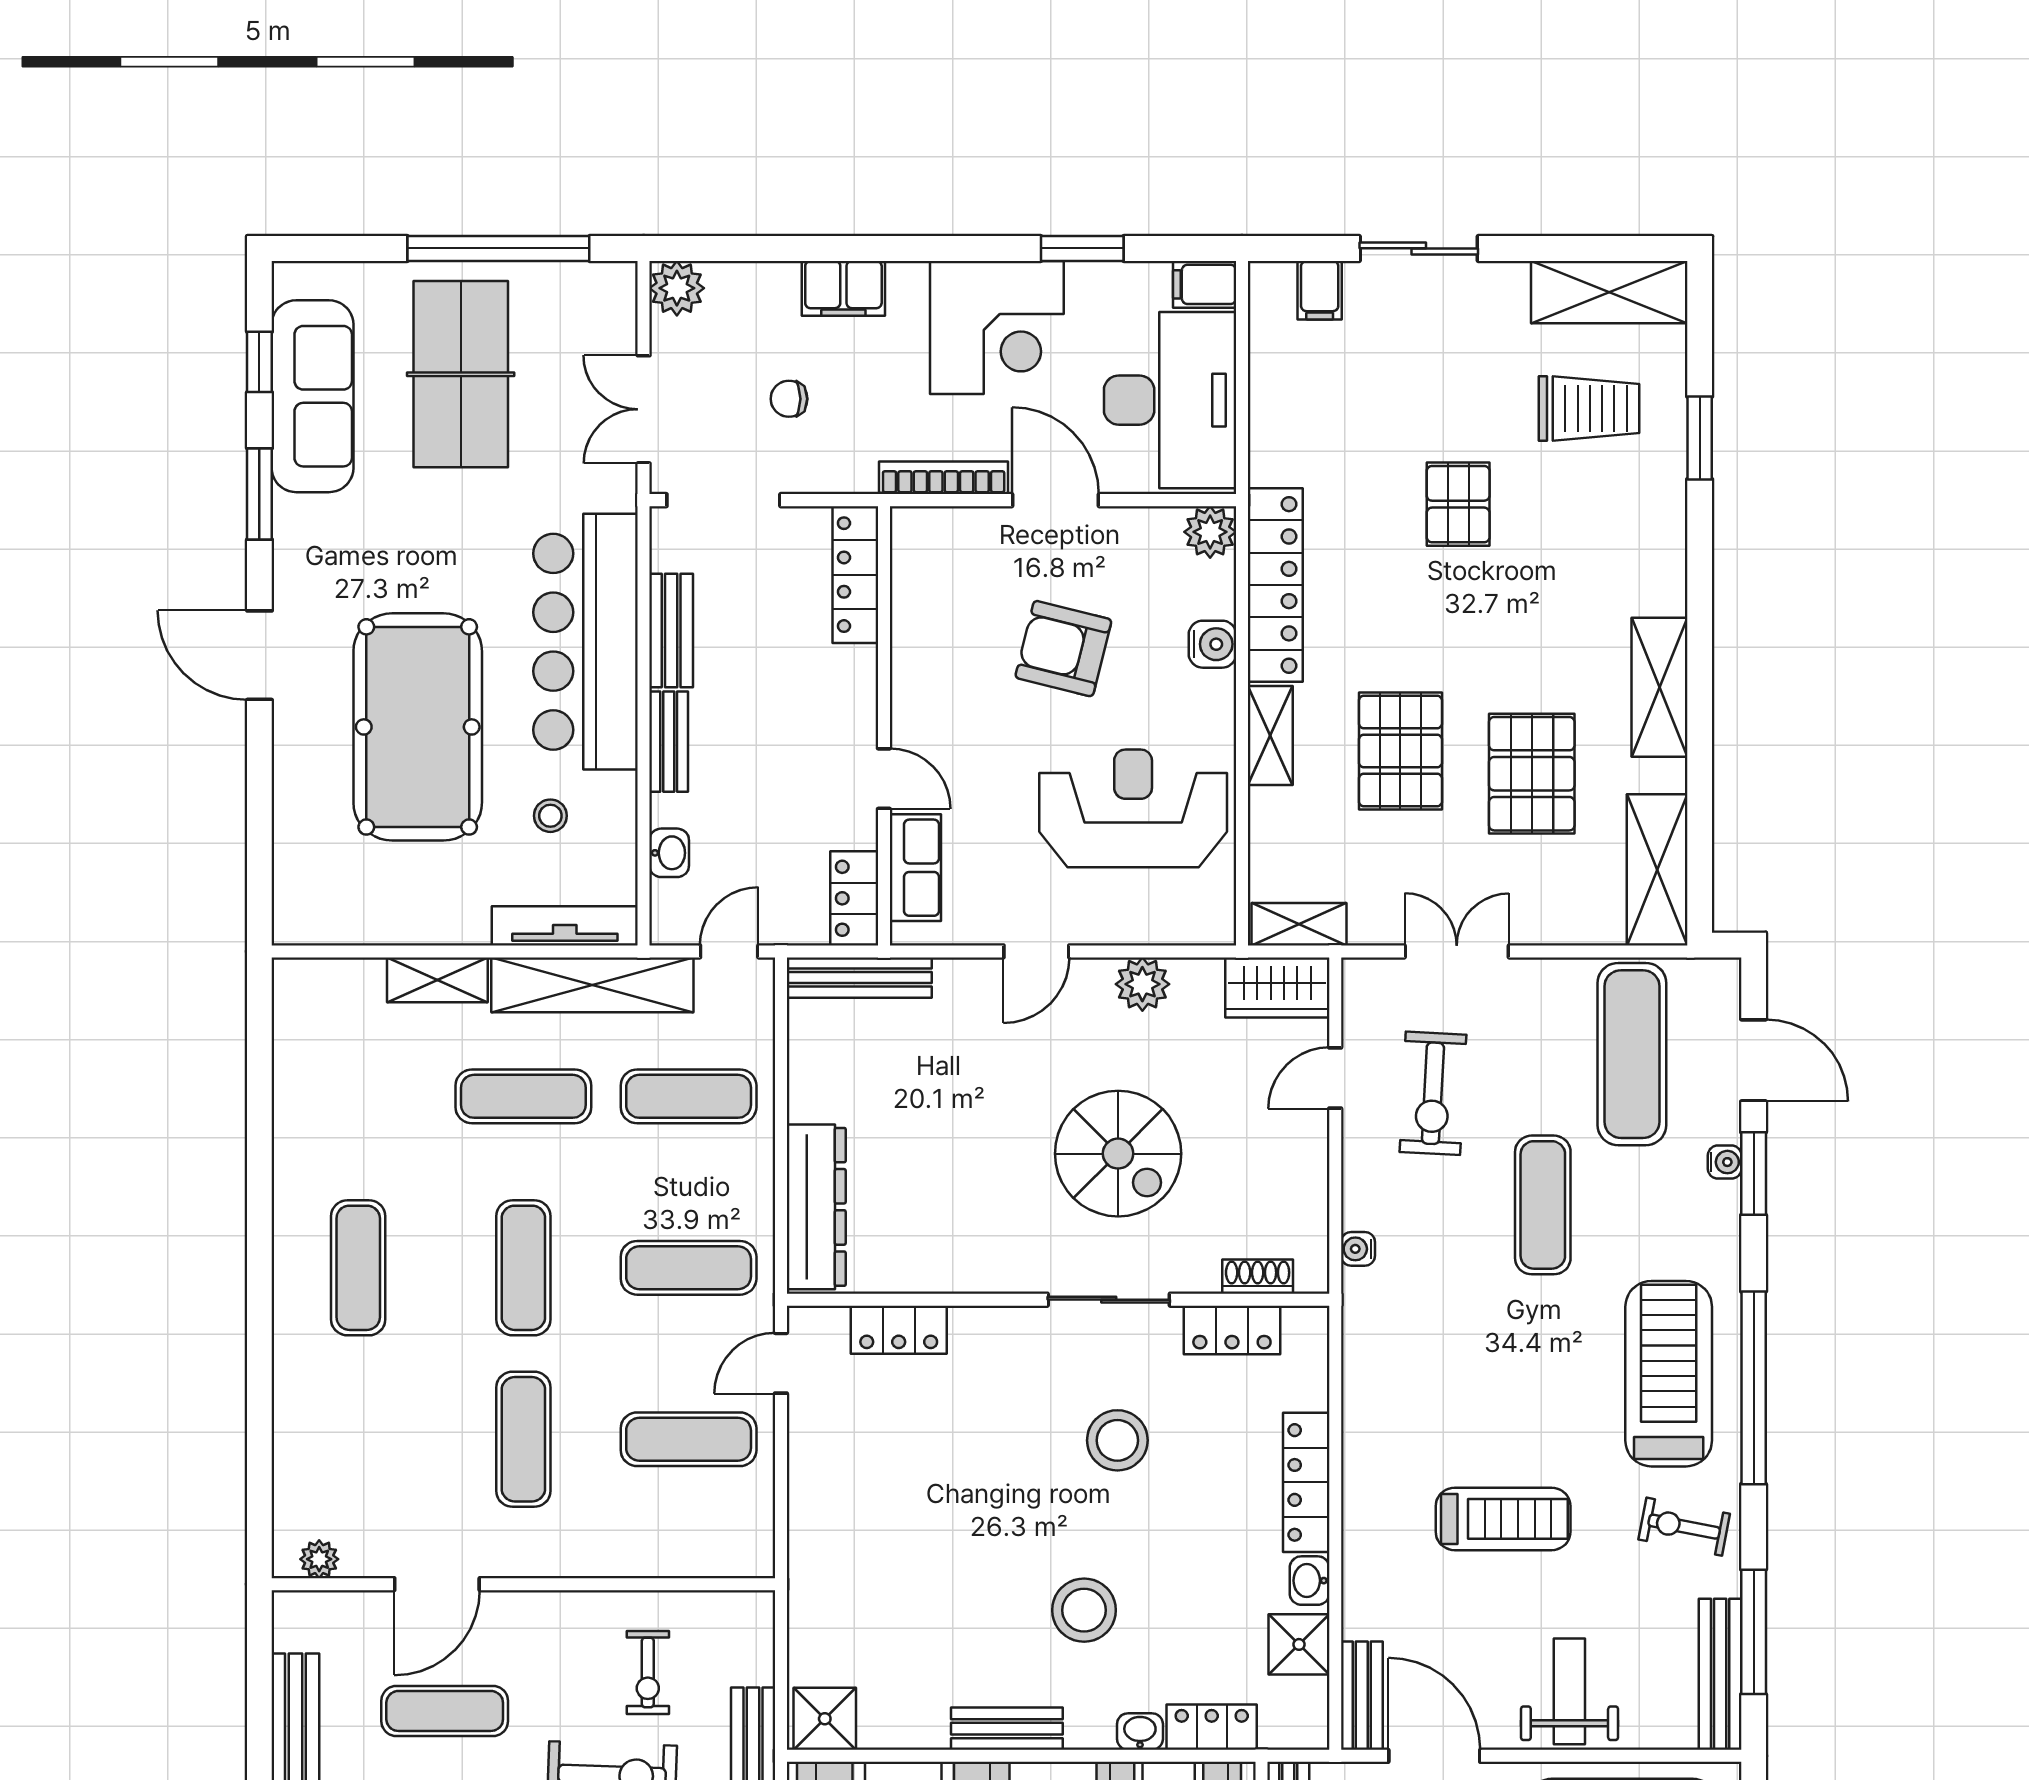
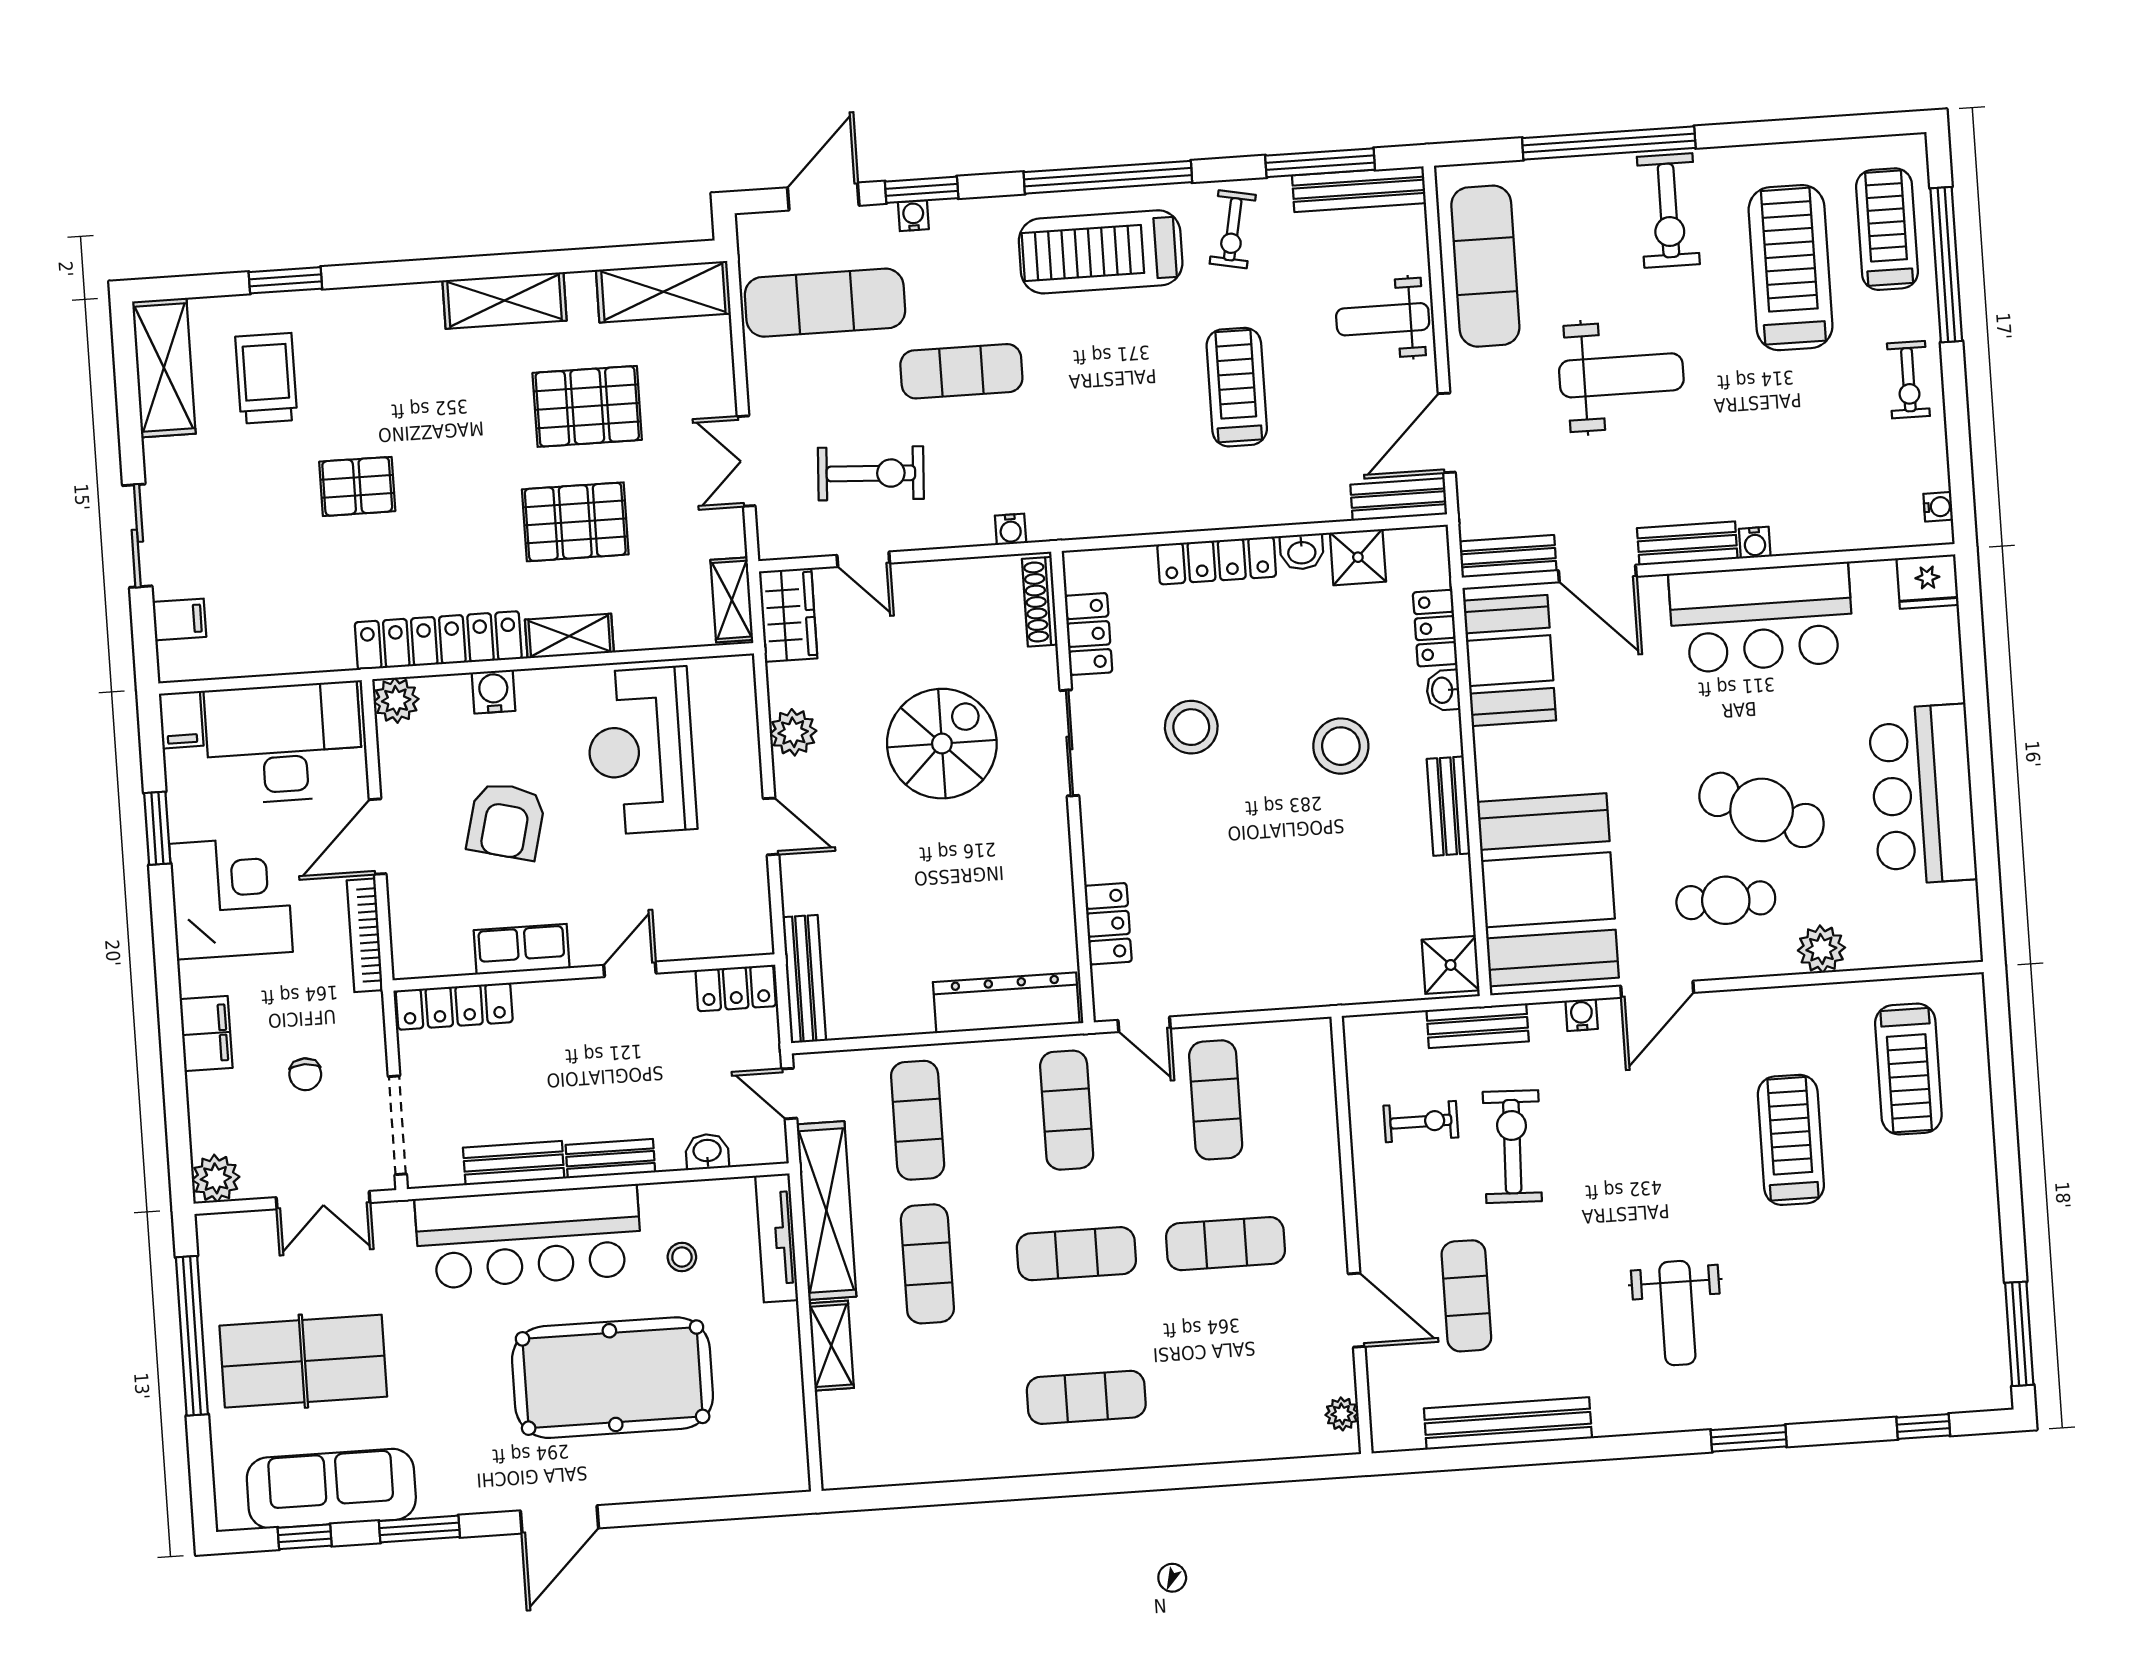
row of seats: (915, 868) -> (522, 949), moved
shoe rack: (1258, 1277) -> (1040, 602), width x1.43

